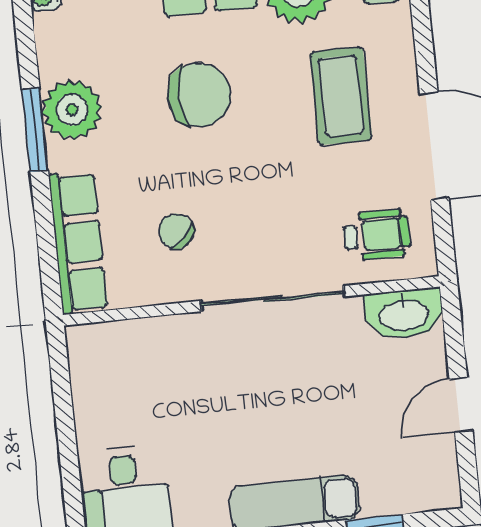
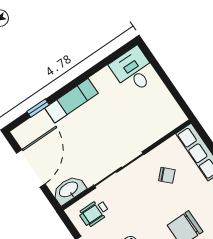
door: (461, 404) -> (31, 168), width x1.87

